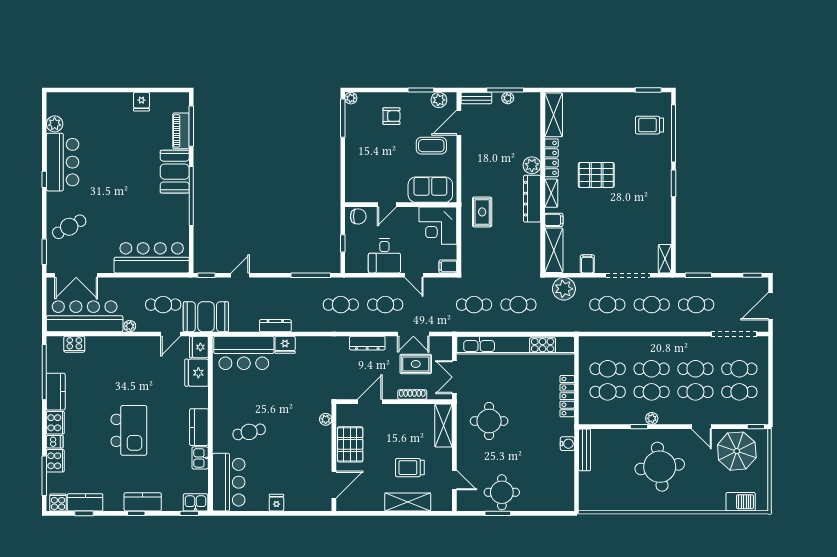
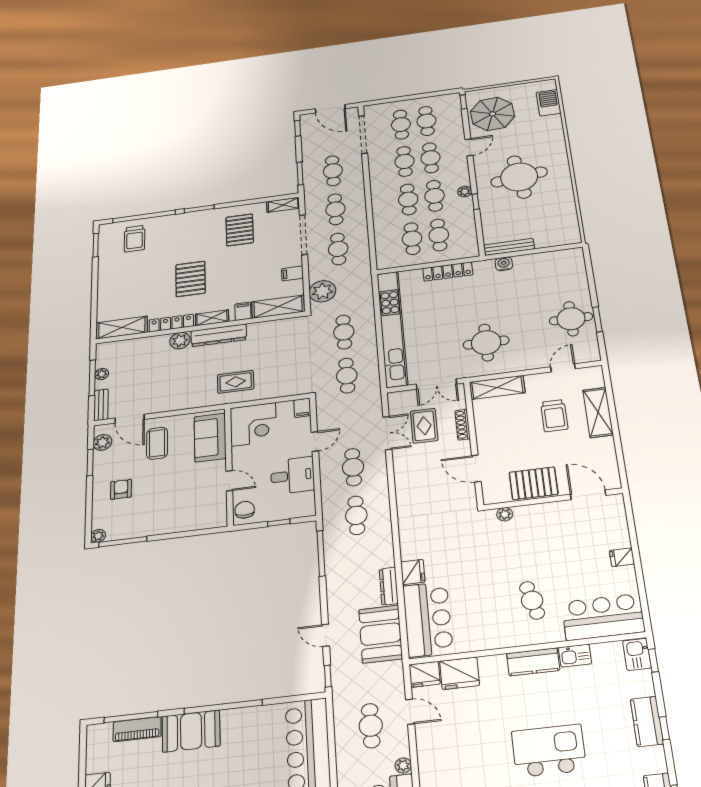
pallet: (643, 219) -> (240, 230), added
booth: (206, 317) -> (381, 634), moved
dresser: (367, 343) -> (403, 480), removed

